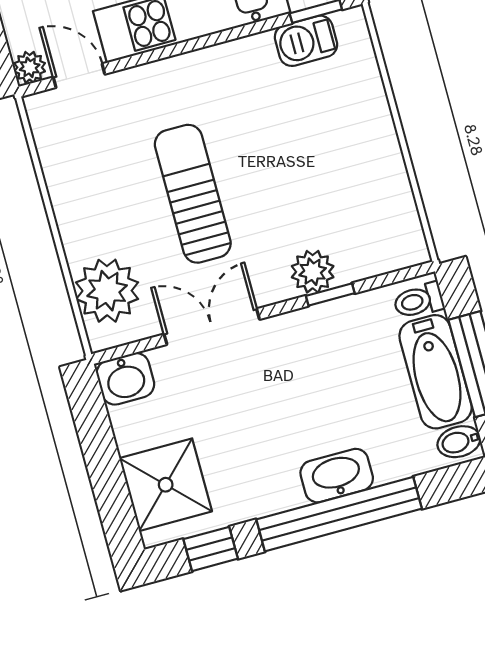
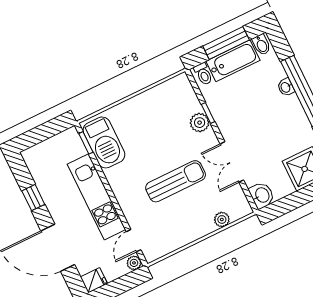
barbecue: (306, 41) -> (104, 142), width x1.88, depth x1.53
sun lounger: (193, 194) -> (176, 181), turned 180
plant: (107, 291) -> (222, 219), width x0.53, depth x0.53
washbasin: (337, 476) -> (286, 87), width x0.52, depth x0.69

